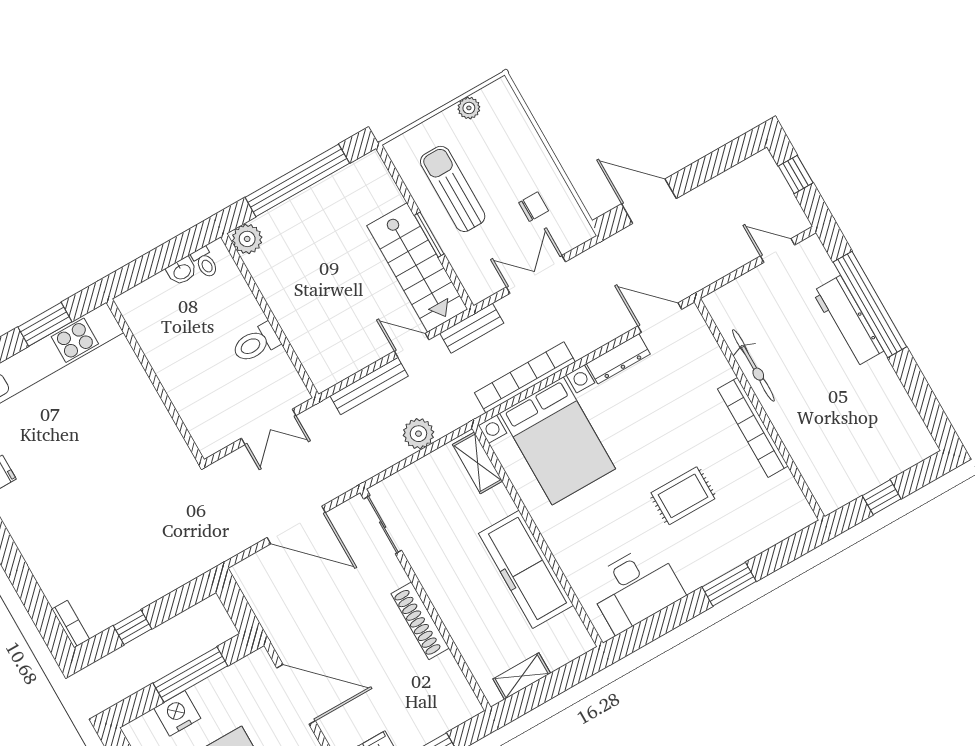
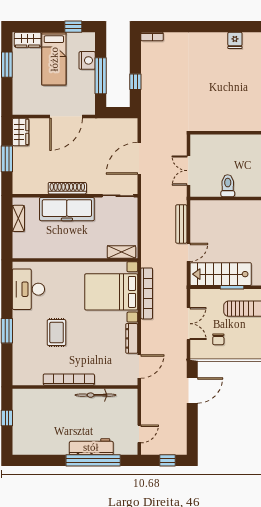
bench: (472, 328) -> (181, 283), removed
plant: (418, 434) -> (149, 234), removed
freezer: (526, 569) -> (67, 209), moved, turned 180
window: (132, 627) -> (135, 82), moved

